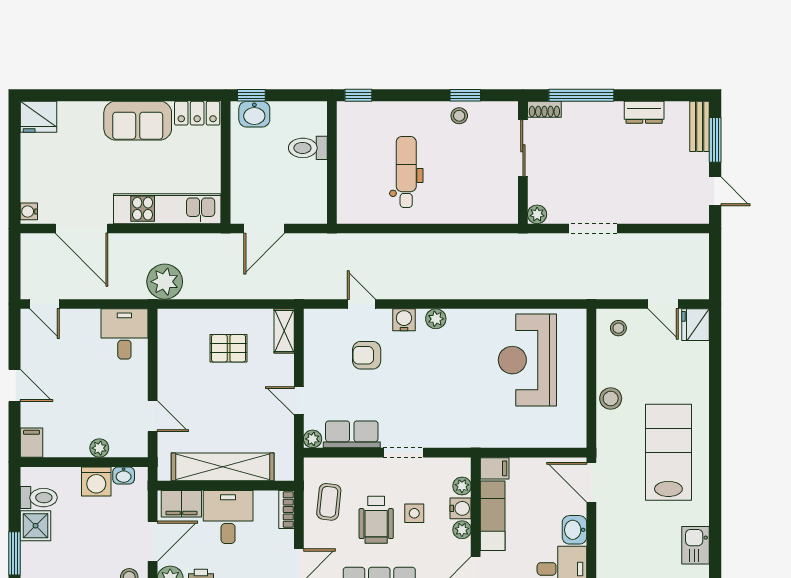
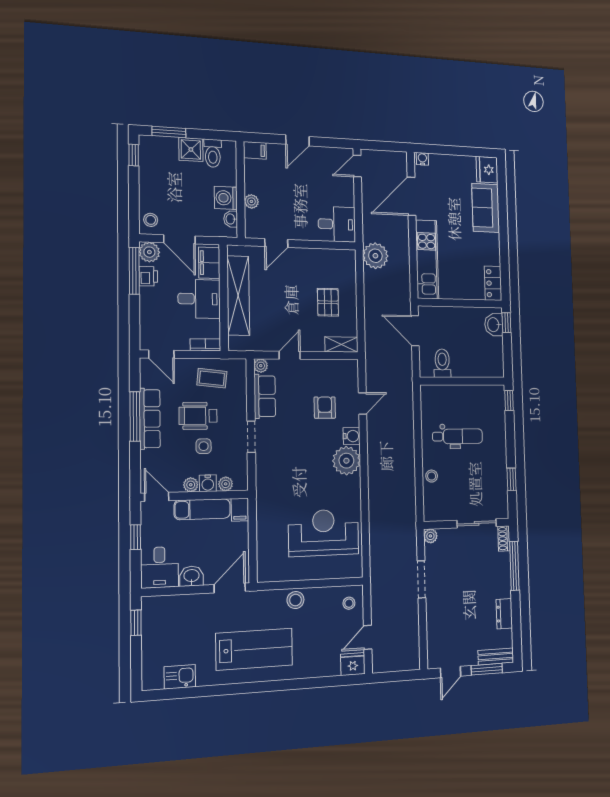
stool: (459, 116) -> (432, 476), moved
sofa: (138, 121) -> (486, 208), moved
toilet: (308, 148) -> (442, 363), moved
plant: (436, 319) -> (346, 461), width x1.87, depth x1.87

